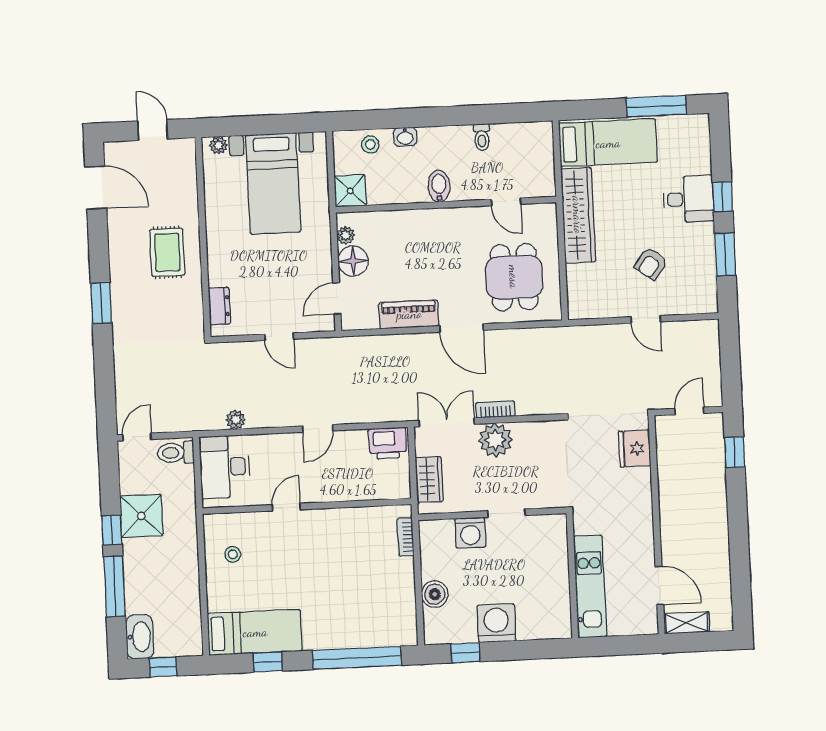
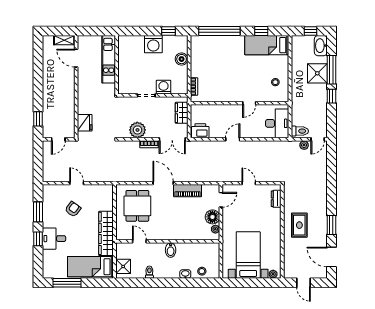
shower: (350, 191) -> (123, 266), moved
window: (101, 303) -> (331, 225), moved
plant: (236, 420) -> (304, 145), moved
plant: (495, 440) -> (137, 130), moved
shower: (141, 516) -> (317, 73), moved

